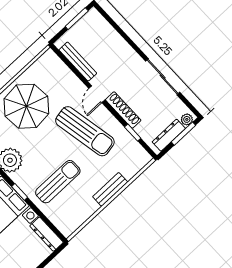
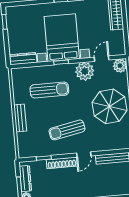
door: (97, 94) -> (84, 154), swing flipped
sun lounger: (85, 131) -> (67, 130), width x0.73, depth x0.75
sun lounger: (58, 182) -> (49, 90), turned -90

